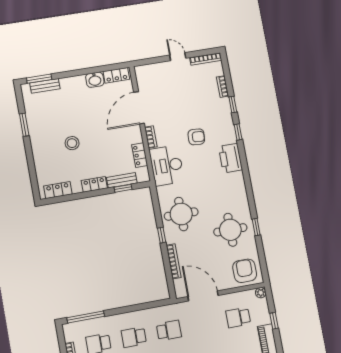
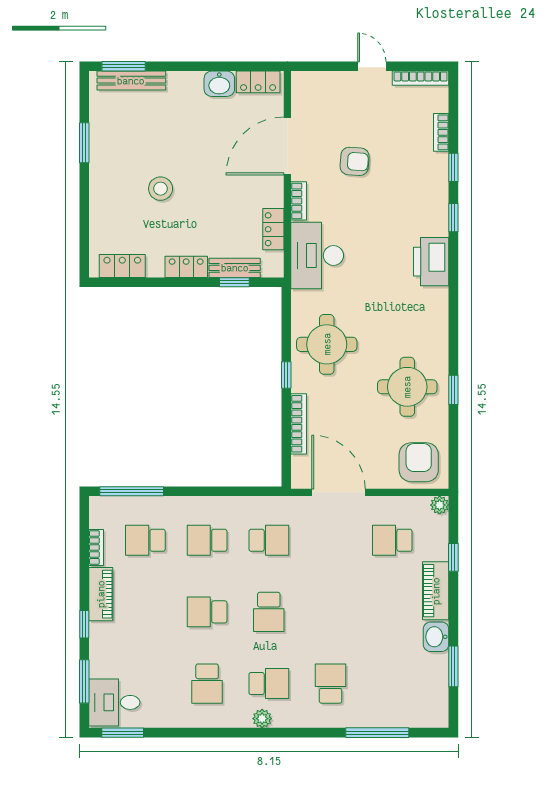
bench: (45, 86) -> (131, 81), width x1.36
armchair: (196, 137) -> (355, 161), moved

